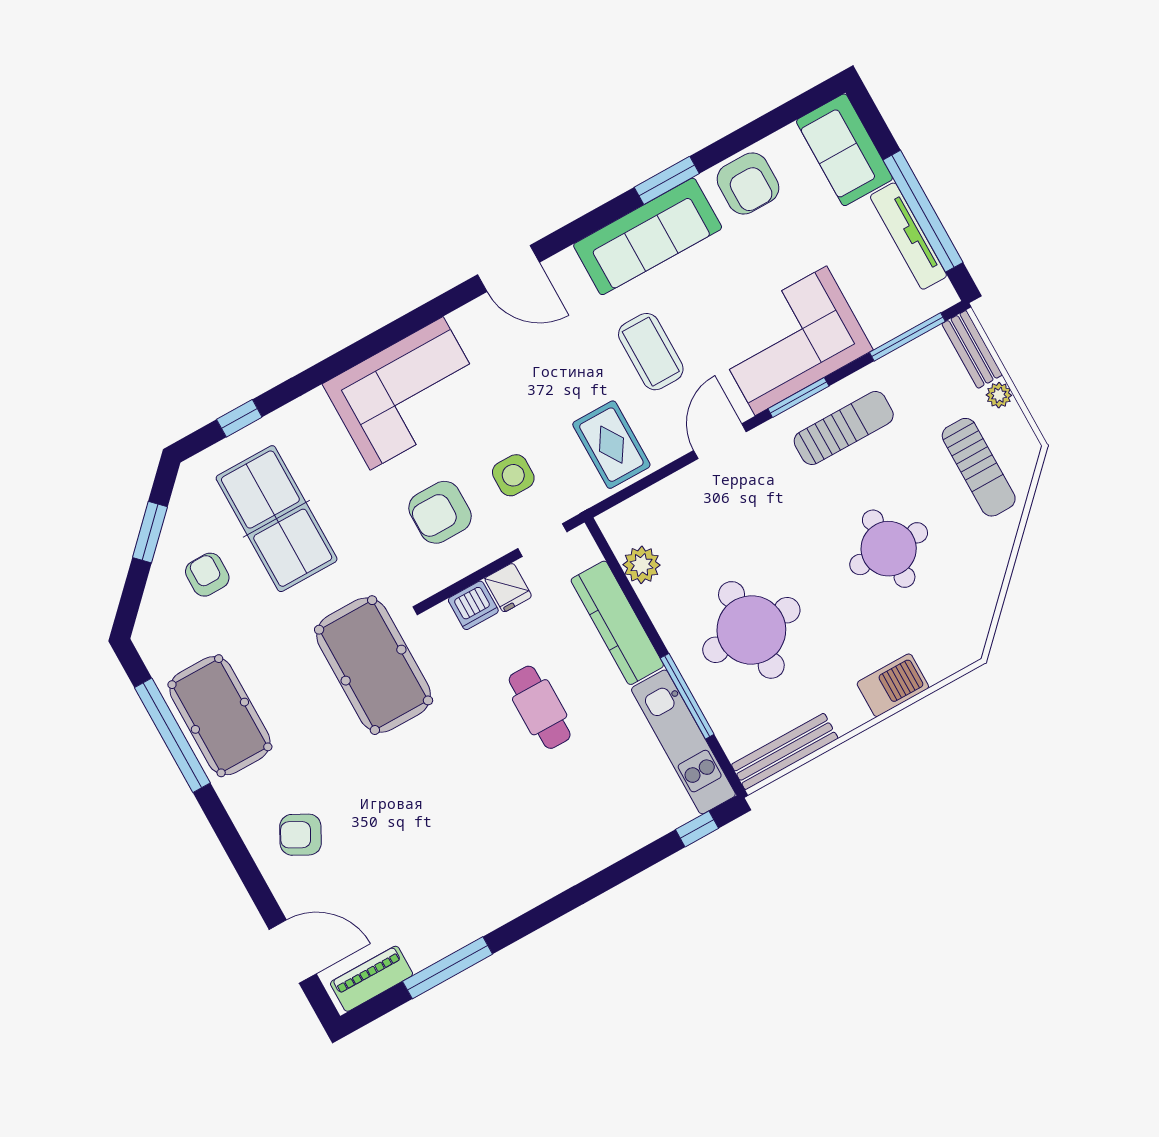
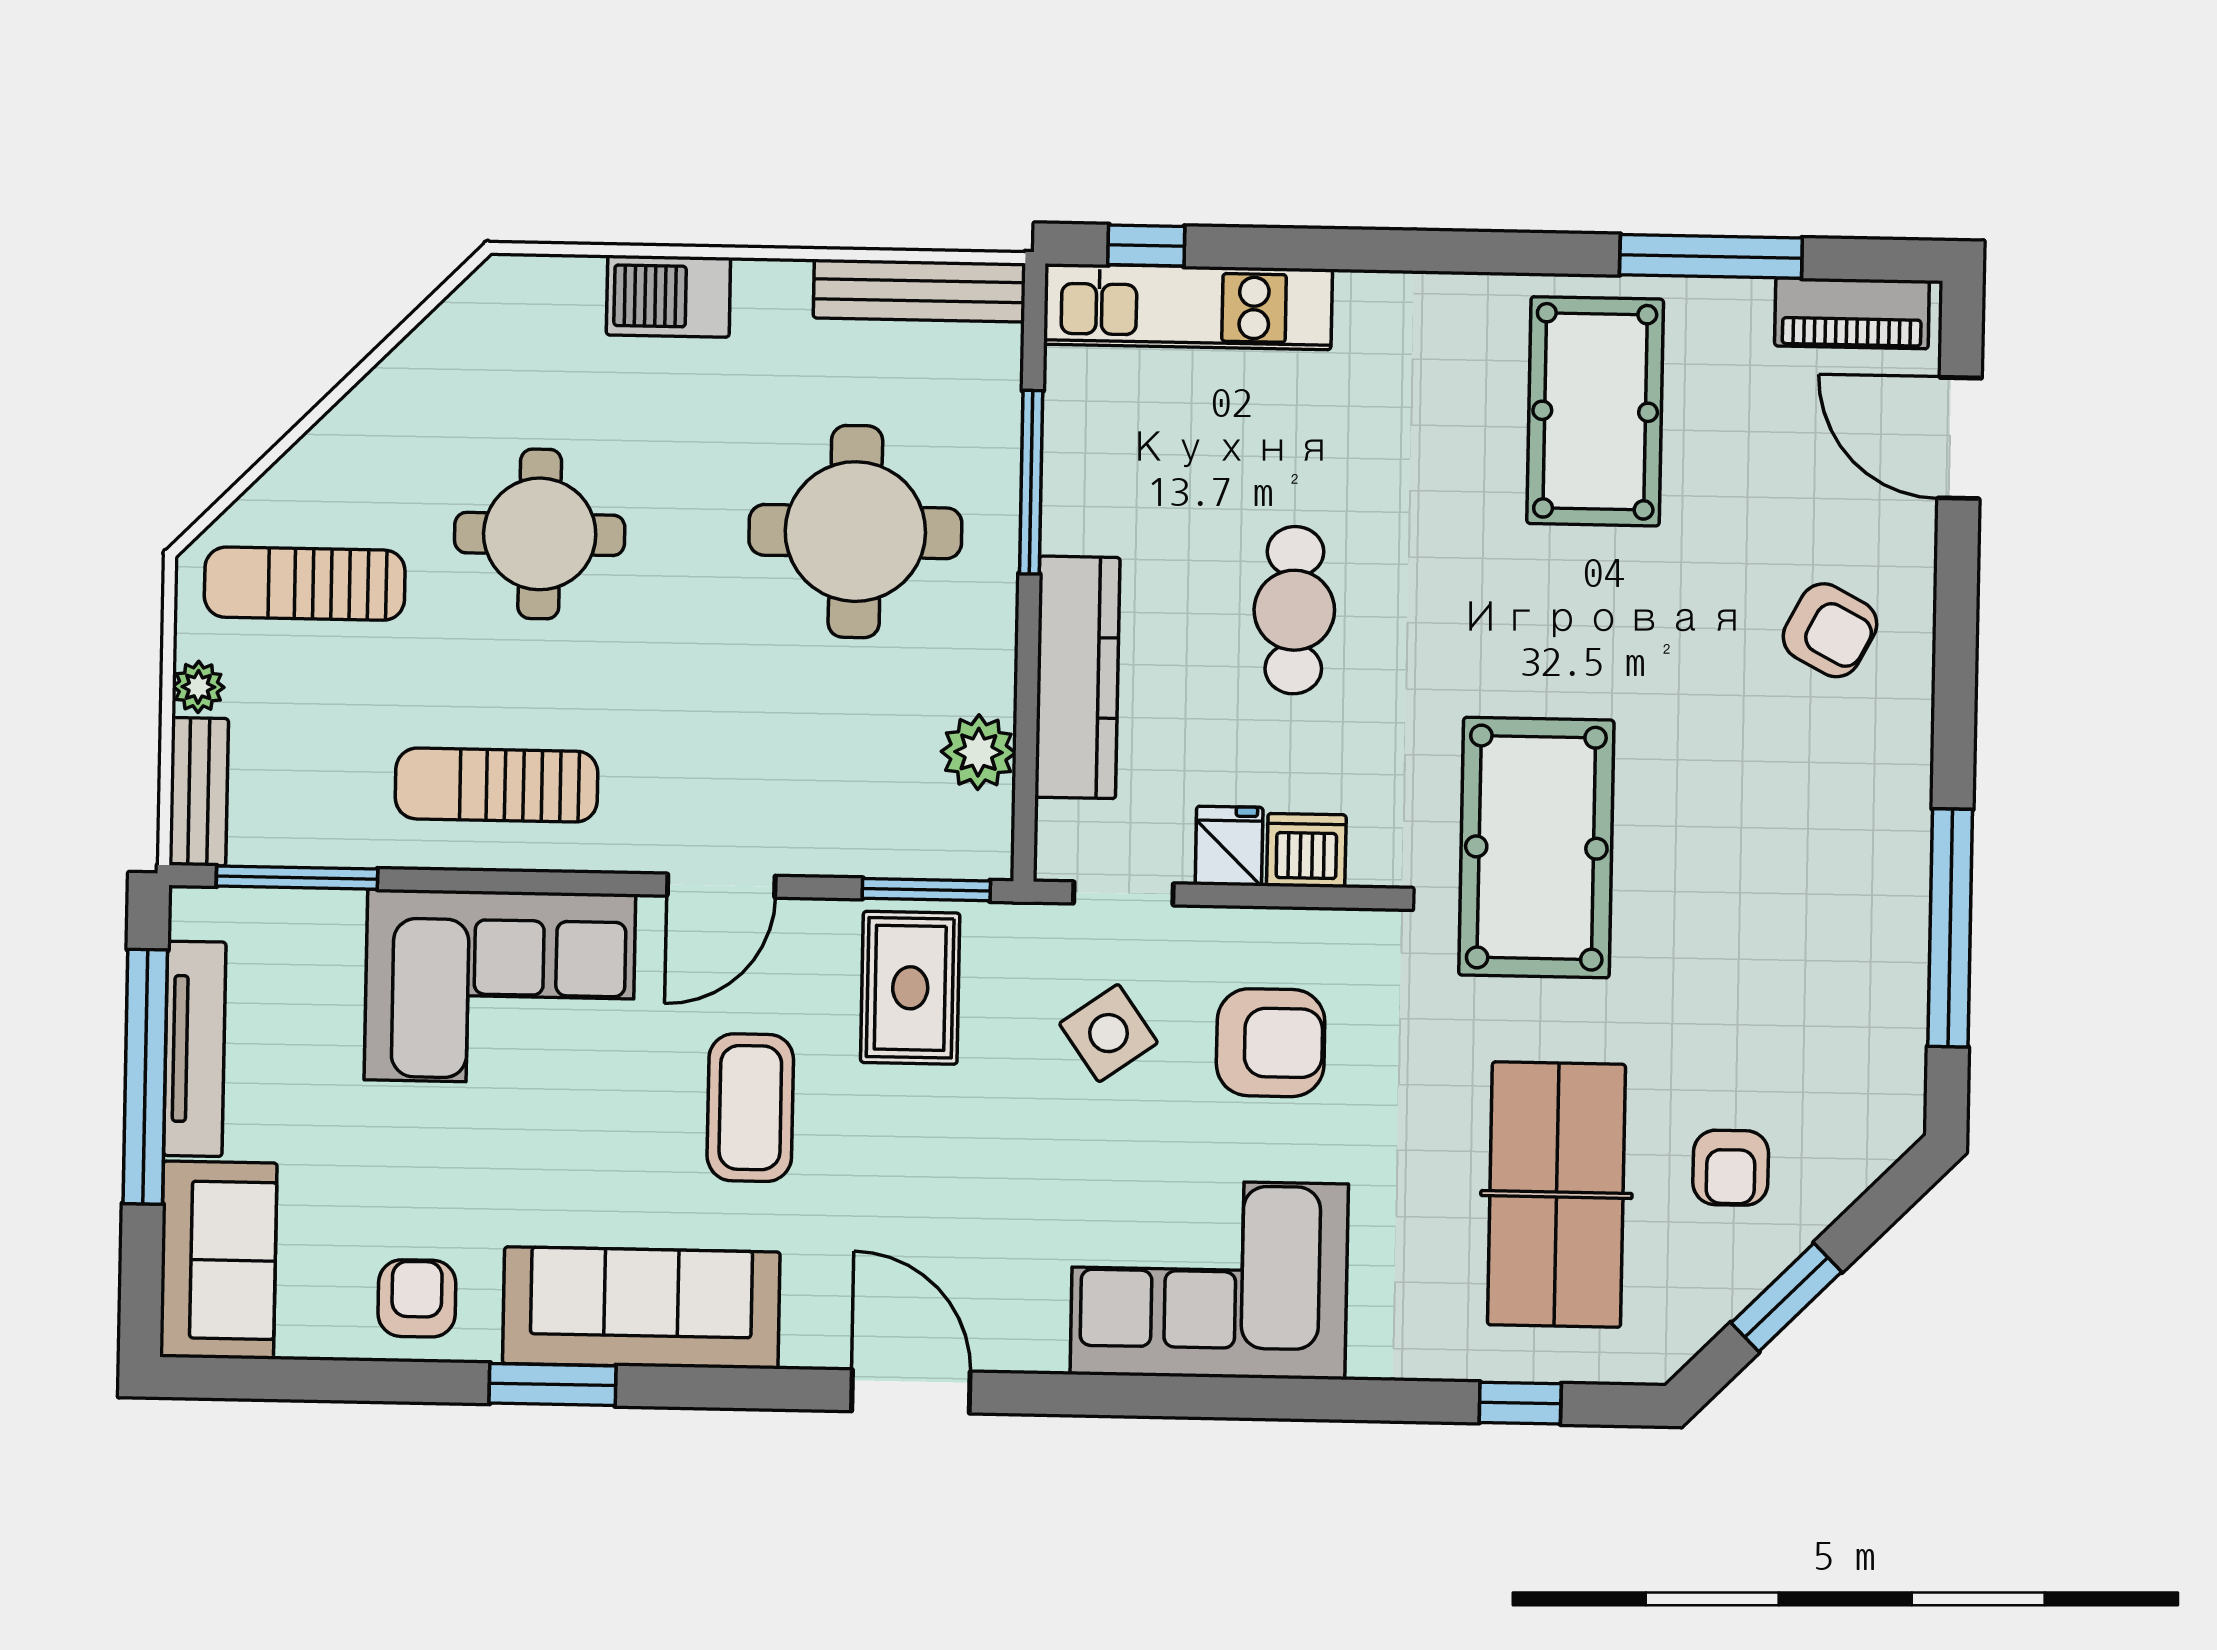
armchair: (748, 184) -> (417, 1298), width x0.72, depth x0.72
window: (798, 397) -> (926, 890), moved
sun lounger: (979, 467) -> (305, 584), turned -90
side table: (513, 475) -> (1109, 1033), turned -35
pool table: (220, 716) -> (1595, 411), moved
kitchen unit: (683, 742) -> (1188, 307), moved, turned 90

